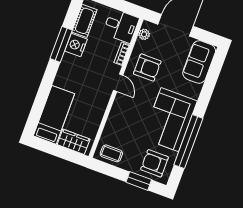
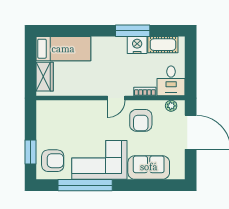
sofa: (199, 62) -> (149, 167), moved
coffee table: (111, 153) -> (47, 116), removed
armchair: (155, 163) -> (53, 161), turned 90

